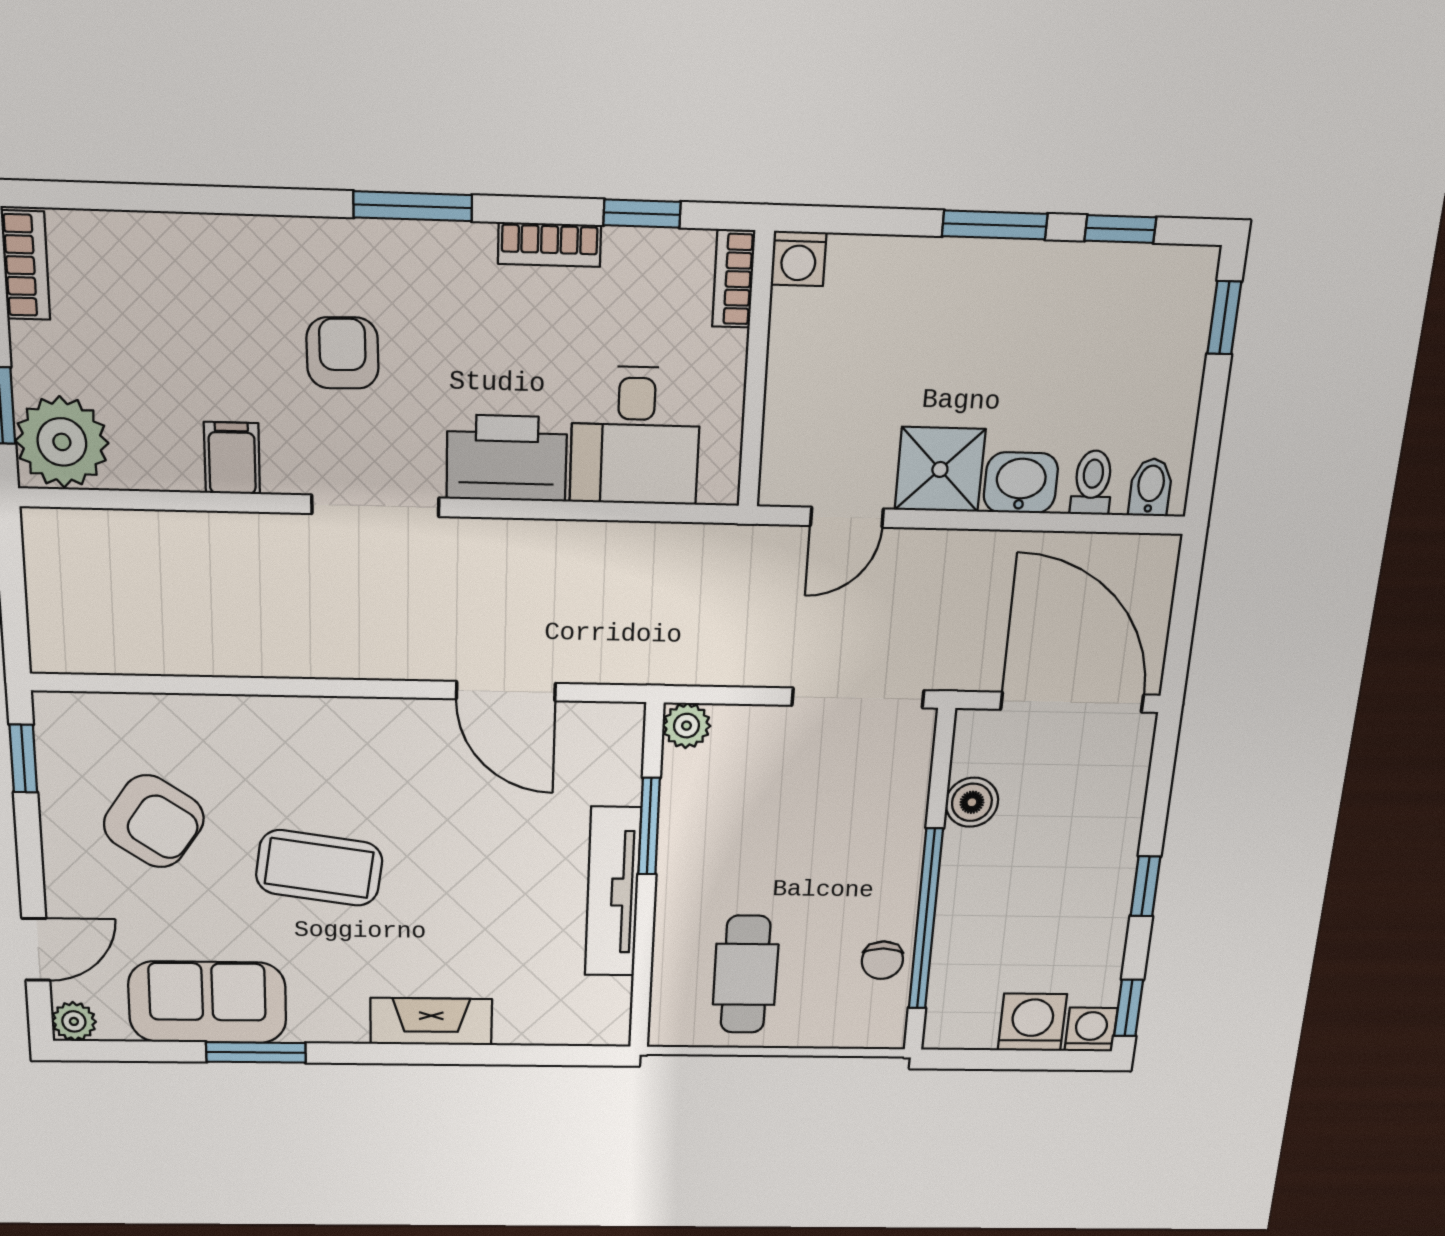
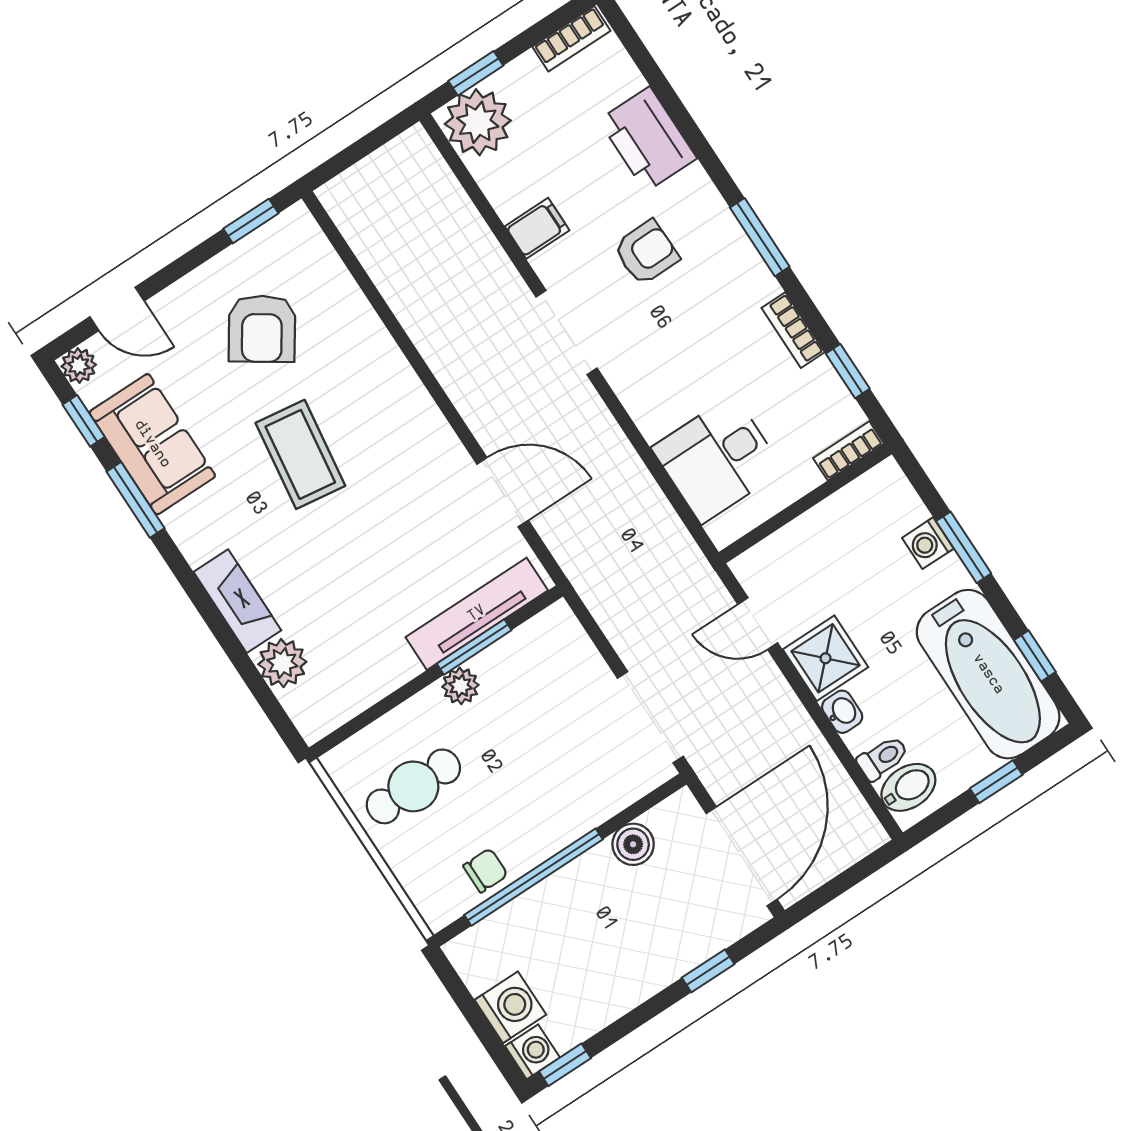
window: (995, 225) -> (964, 547), moved
washing machine: (799, 259) -> (928, 543), moved
bathtub: (1098, 299) -> (988, 674), added
window: (1224, 318) -> (996, 782), moved
printer: (507, 458) -> (648, 139), moved, turned 180
washbasin: (1021, 483) -> (842, 712), width x0.72, depth x0.69
bidet: (1151, 487) -> (908, 787), width x1.38, depth x1.36
door: (506, 691) -> (503, 492), swing flipped
plant: (686, 726) -> (460, 686), moved
window: (1145, 886) -> (708, 971), moved
tv unit: (613, 892) -> (477, 614), moved
chair: (882, 960) -> (485, 870), turned 180
plant: (526, 1019) -> (282, 663), added
window: (137, 1051) -> (84, 421), added

